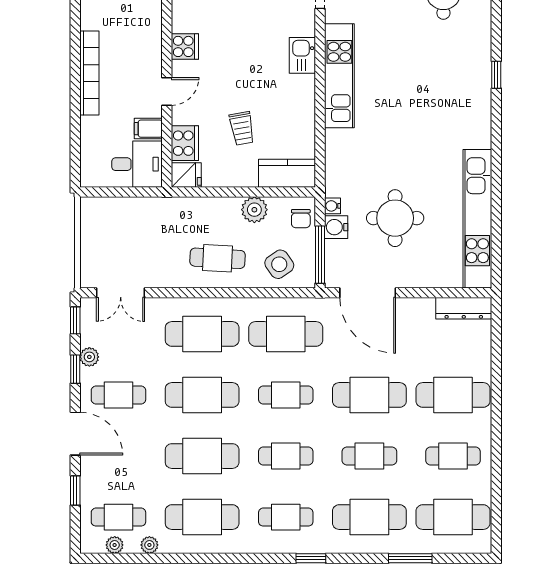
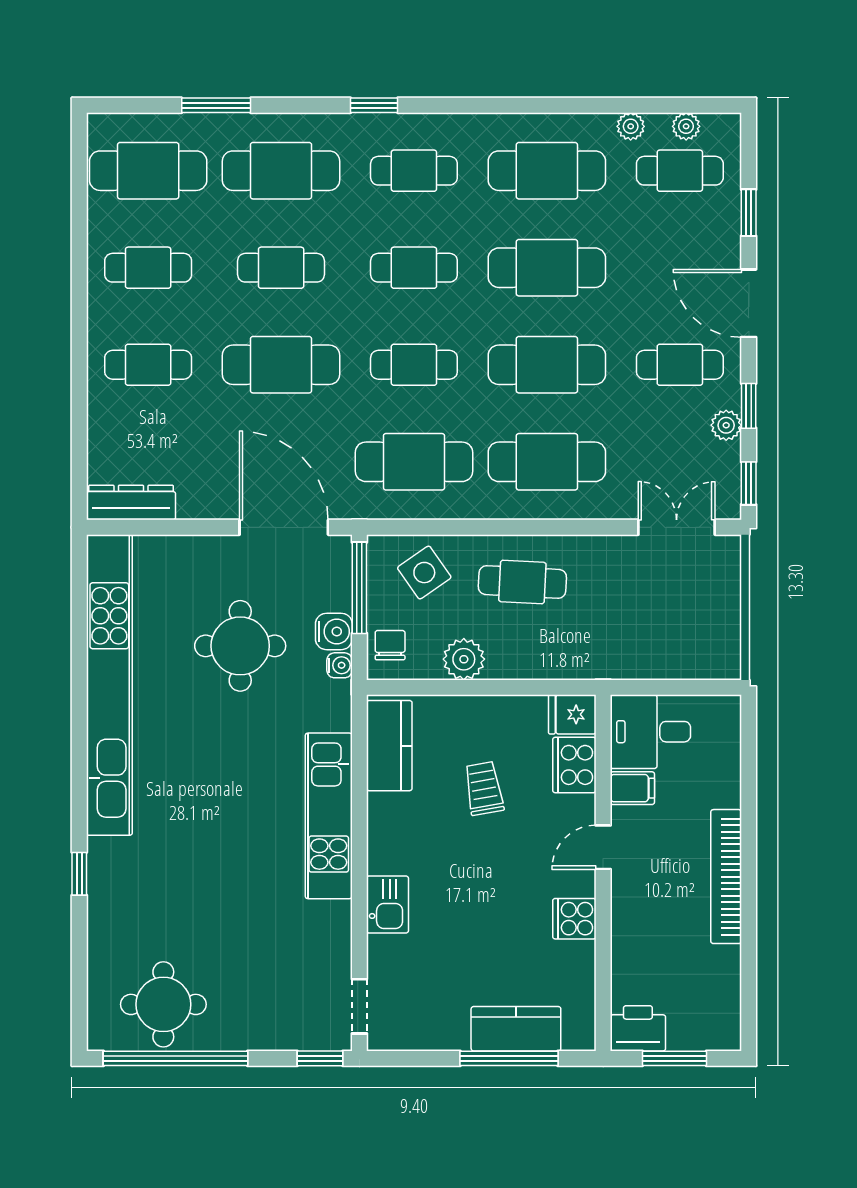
kitchen unit: (339, 76) -> (329, 816), moved
kitchen counter: (287, 173) -> (389, 746), moved, turned -90
kitchen unit: (477, 219) -> (109, 685), width x1.36
cafe table: (453, 395) -> (148, 365), width x0.73, depth x0.74

